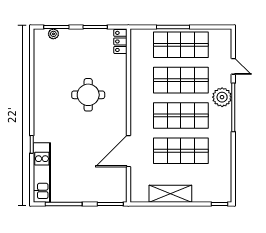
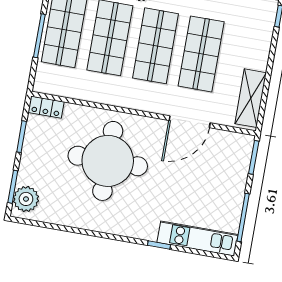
plant: (53, 34) -> (26, 199), width x1.88, depth x1.88
round table: (88, 95) -> (108, 161), width x1.86, depth x1.86
door: (128, 151) -> (190, 122), hinge flipped
shelving: (170, 194) -> (251, 98), moved

